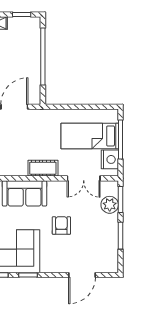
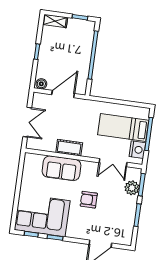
cot: (43, 168) -> (69, 148), moved
armchair: (61, 226) -> (89, 200), turned -90

